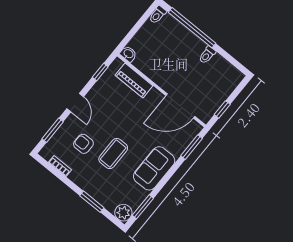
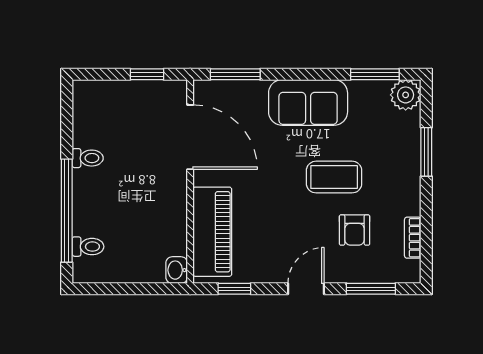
toilet: (158, 15) -> (88, 247), moved
piano: (134, 80) -> (212, 232), width x1.37, depth x1.33

